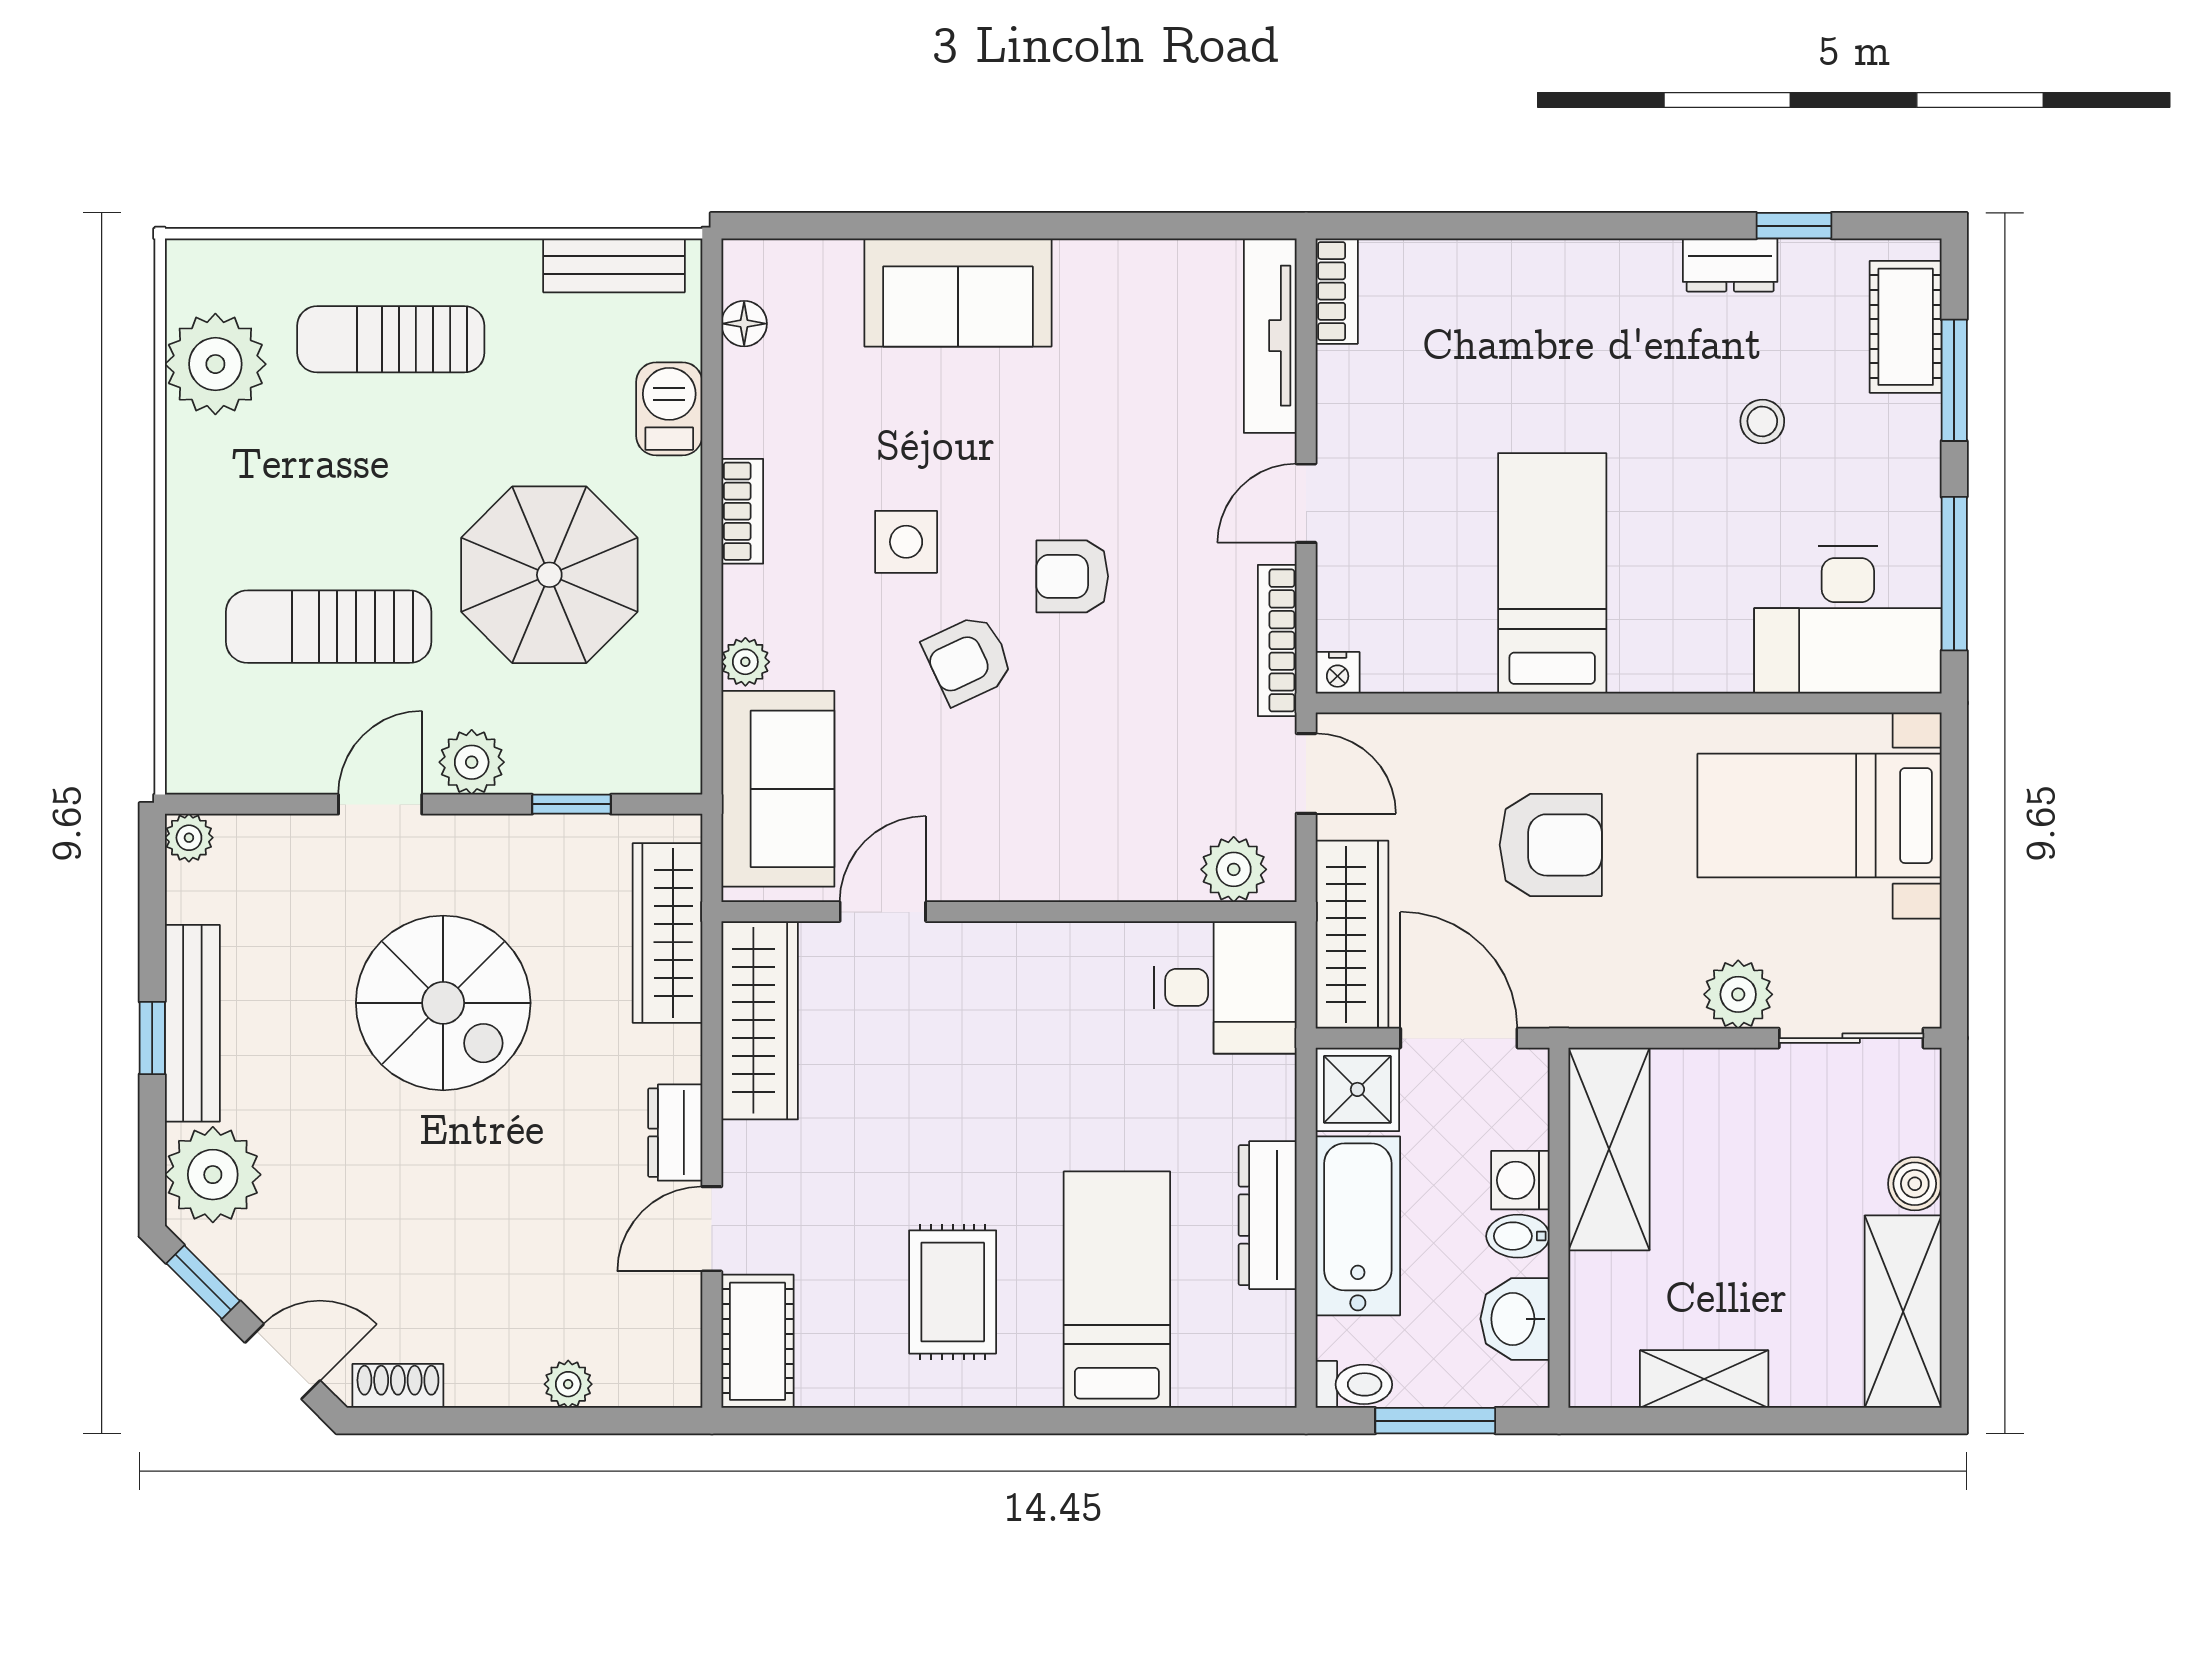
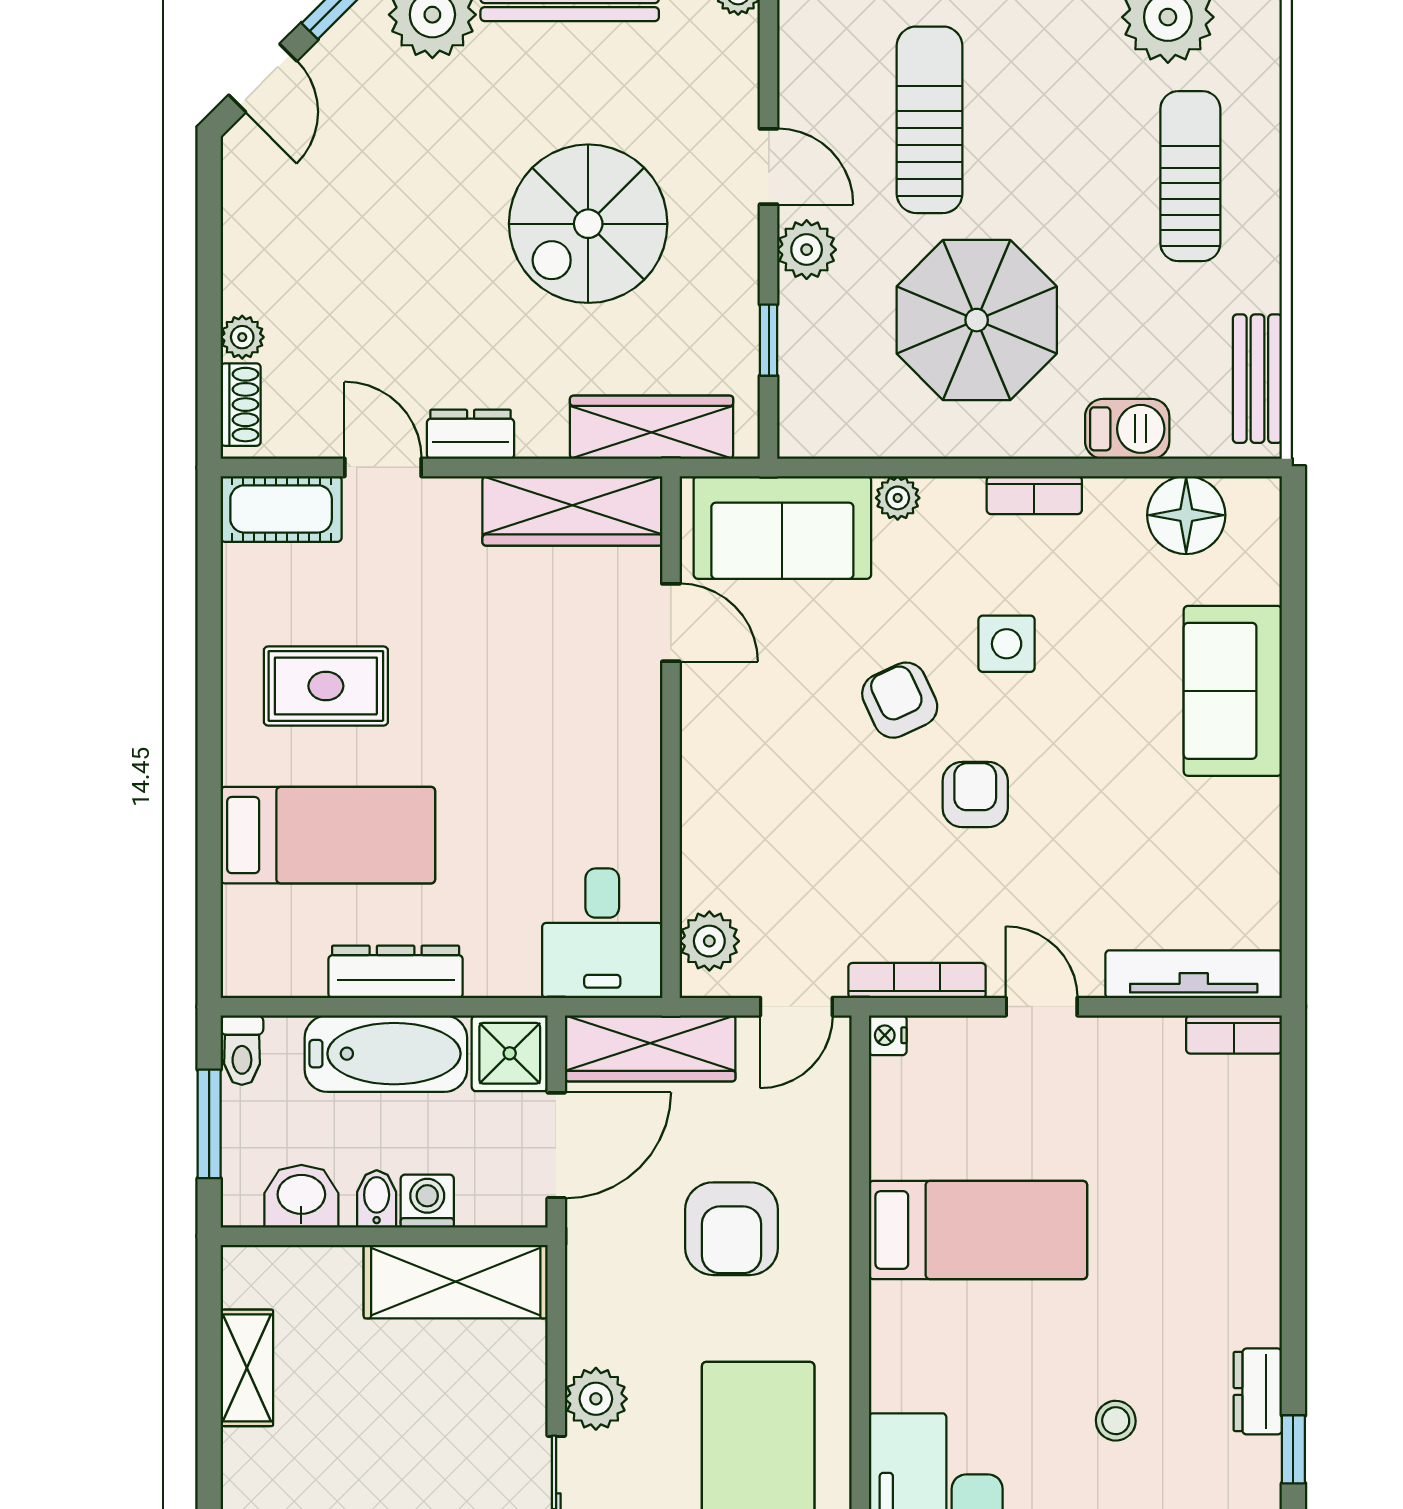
floor lamp: (744, 324) -> (1186, 515), width x1.89, depth x1.89
shoe rack: (398, 1386) -> (241, 405), moved

